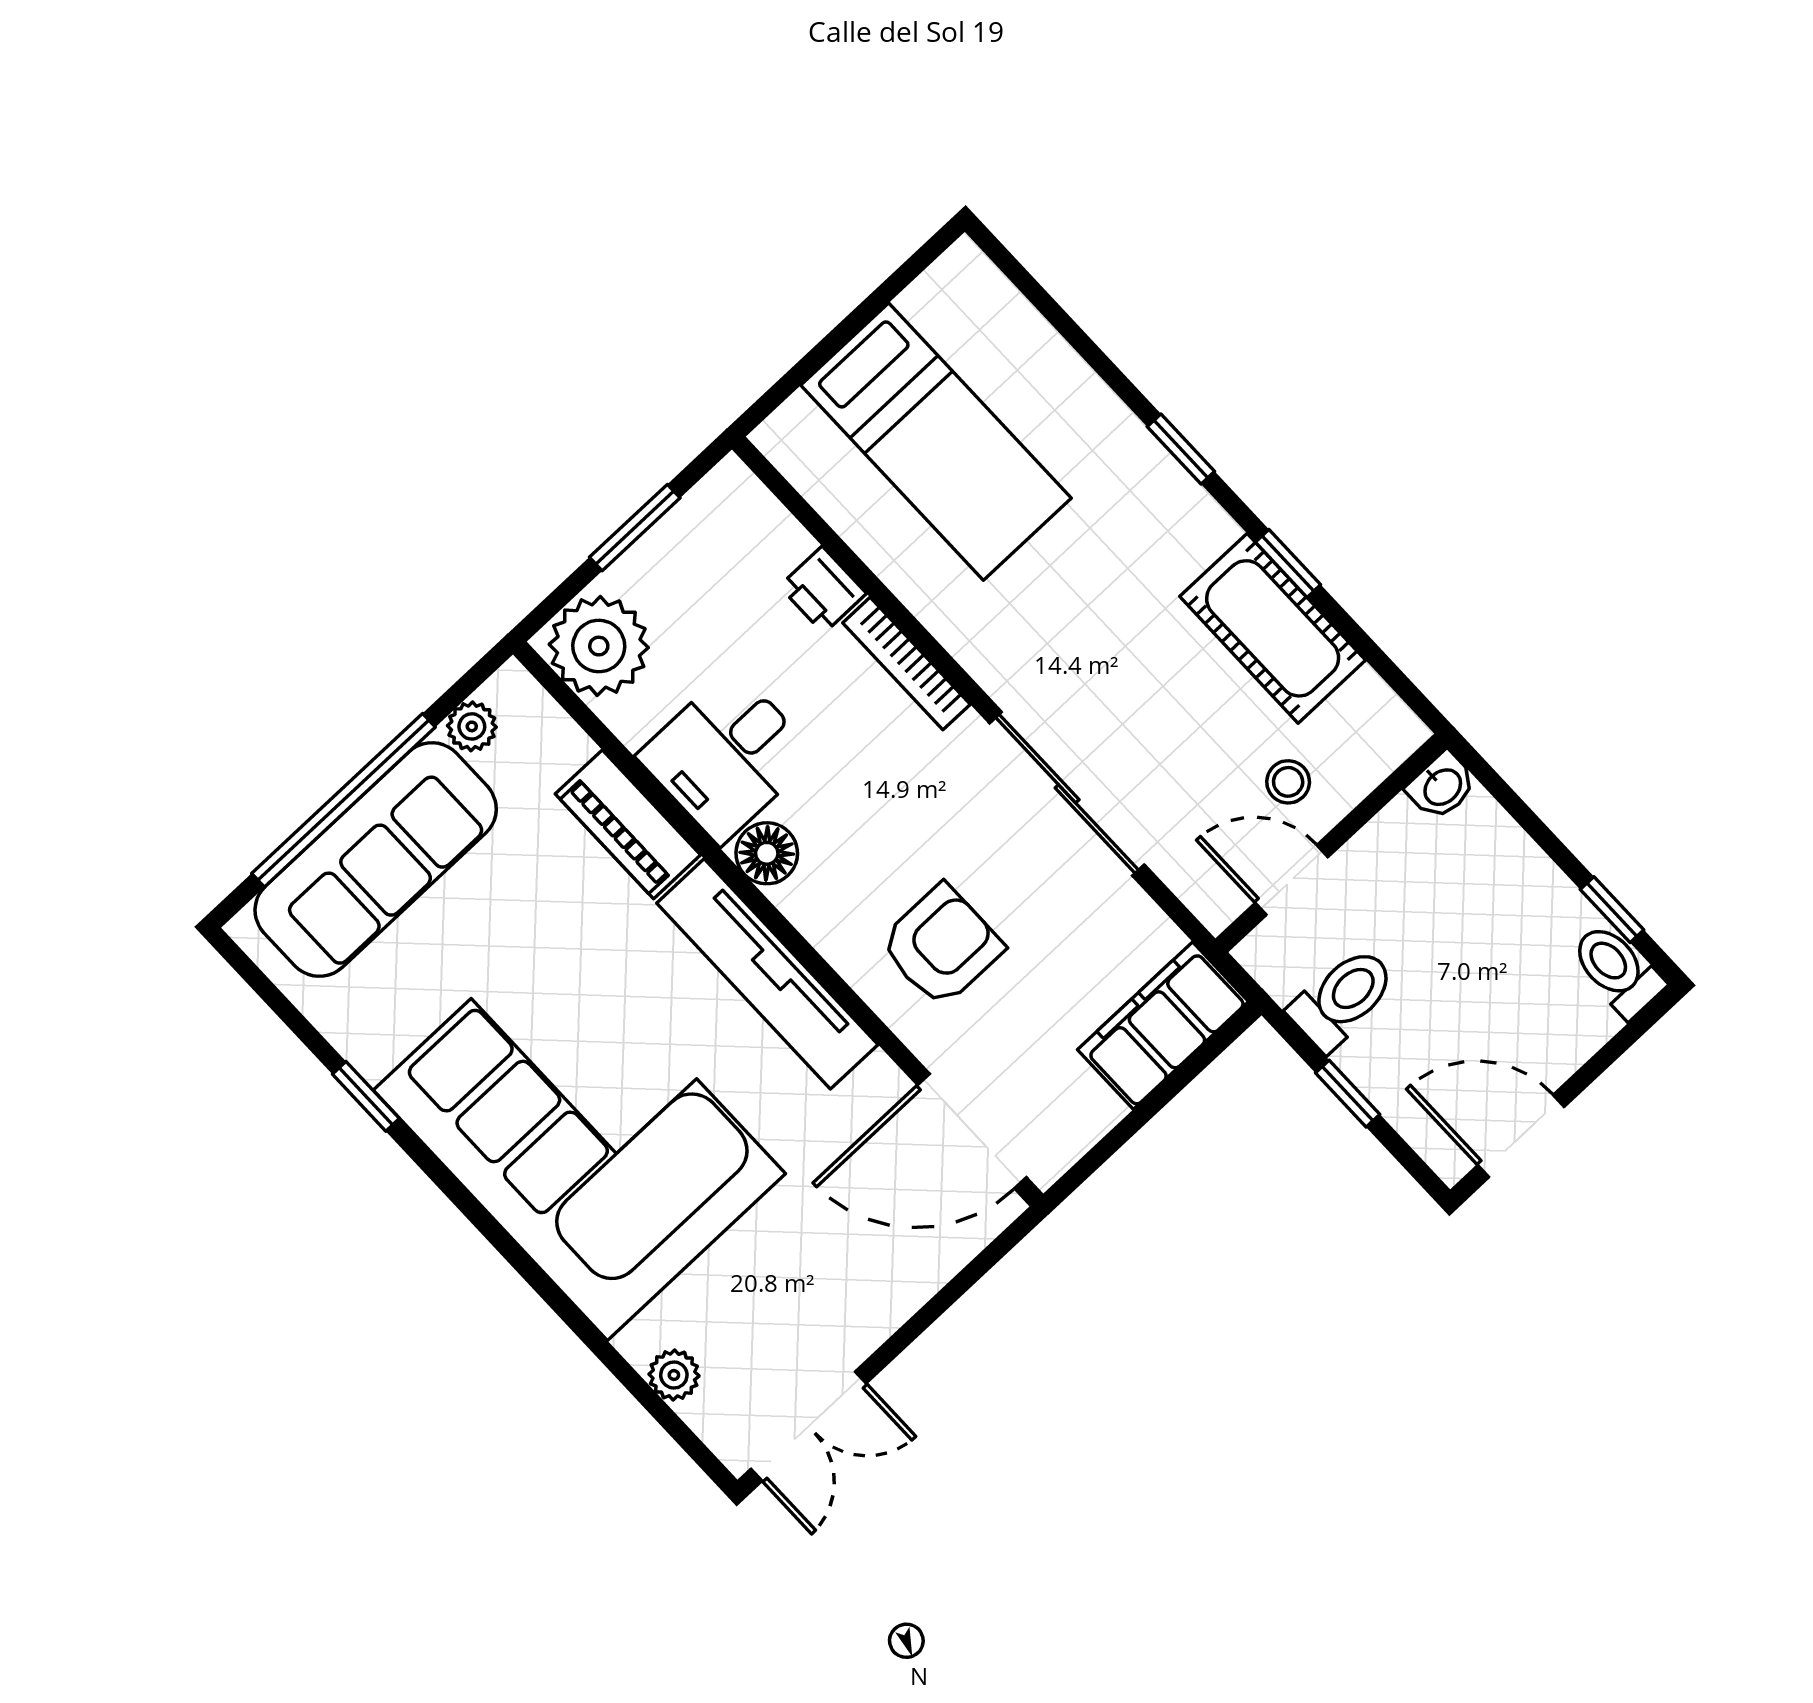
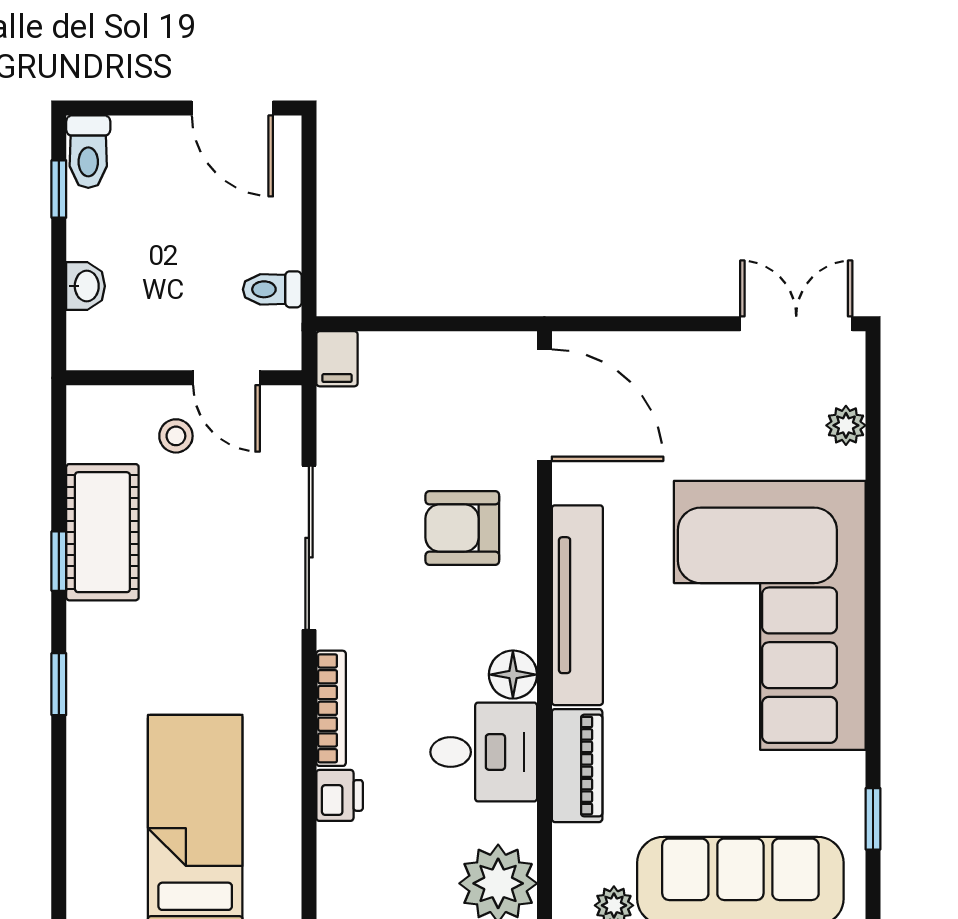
washbasin: (1442, 786) -> (86, 286), moved, turned 90
toilet: (1343, 998) -> (272, 289), width x0.73, depth x0.72
filing cabinet: (1163, 1026) -> (337, 359), width x0.33, depth x0.86
window: (1348, 1094) -> (309, 225), removed
window: (366, 1096) -> (873, 819), moved

